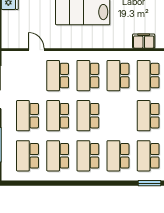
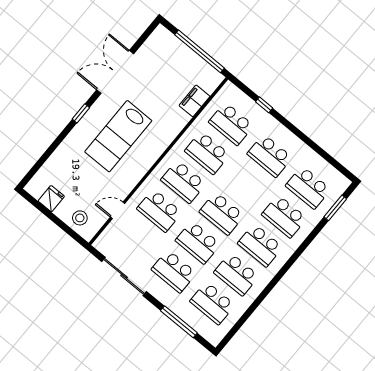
stool: (12, 30) -> (80, 218), added

